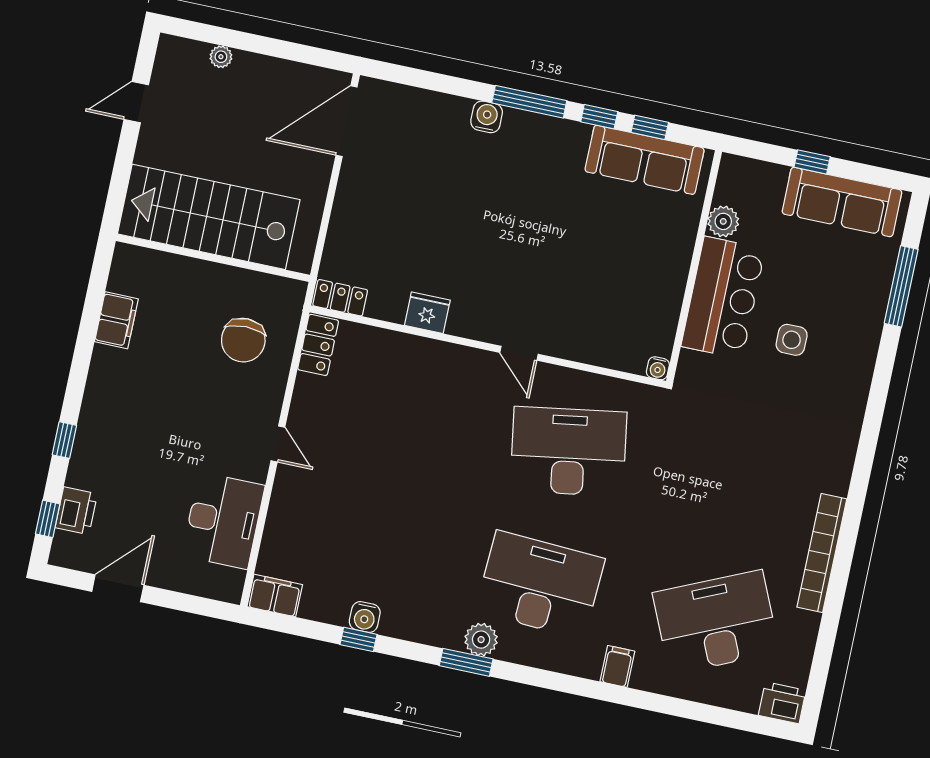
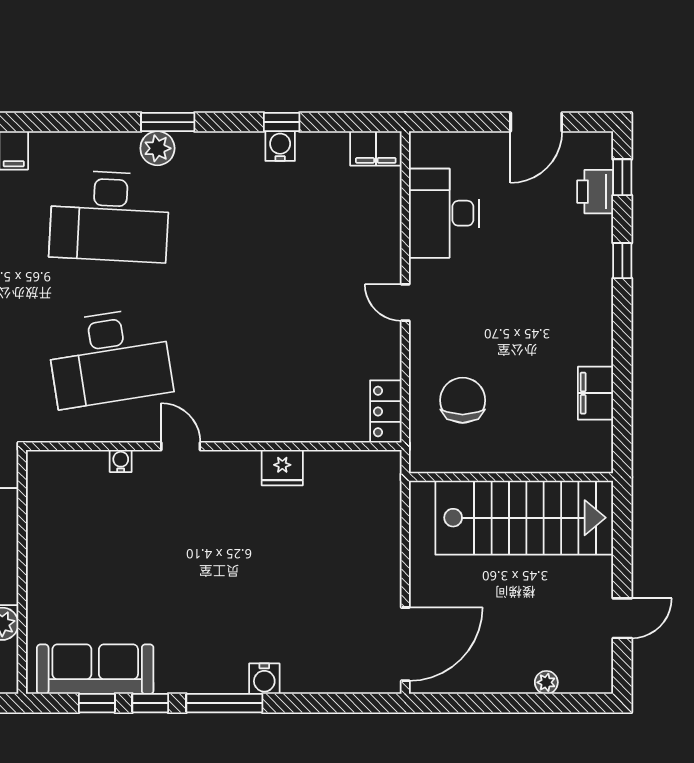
locker: (340, 298) -> (374, 464), removed
water cooler: (658, 368) -> (121, 461), moved

